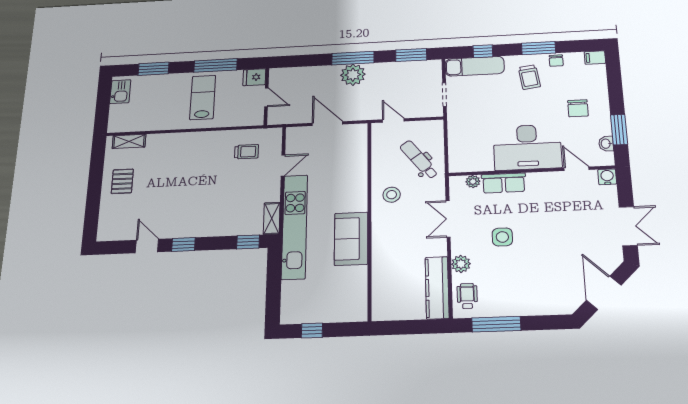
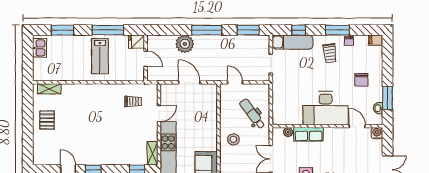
plant: (353, 75) -> (185, 44), moved
lab bench: (203, 97) -> (100, 56), turned 180

